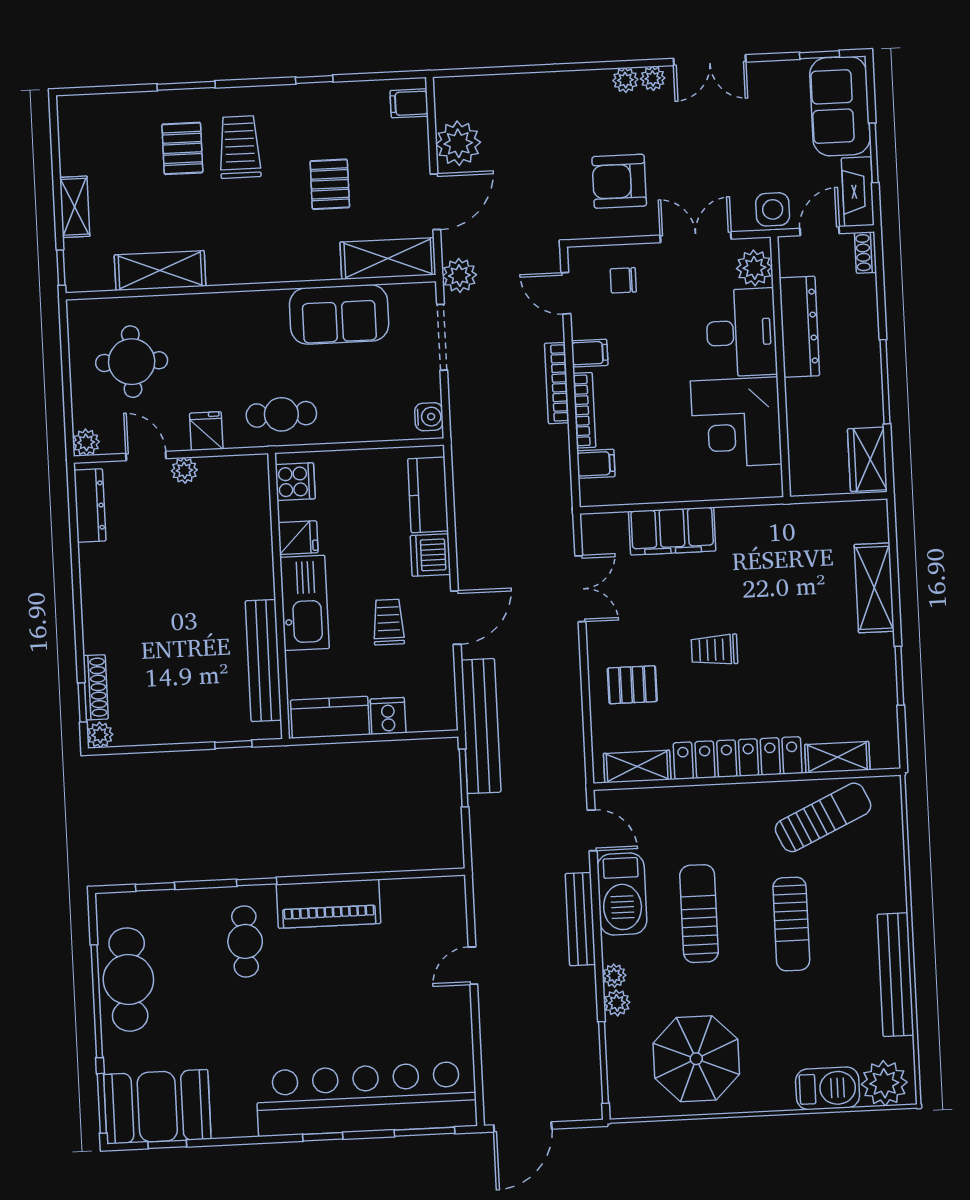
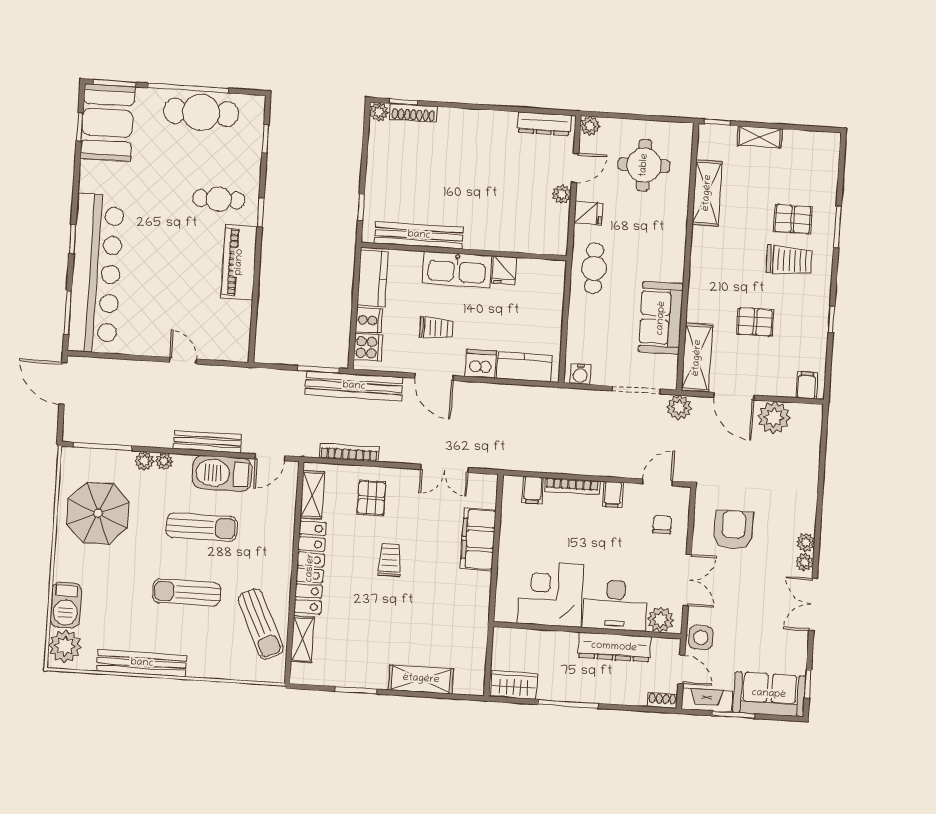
bookcase: (557, 383) -> (349, 453), moved
cooker: (295, 482) -> (368, 347), moved, turned -90

